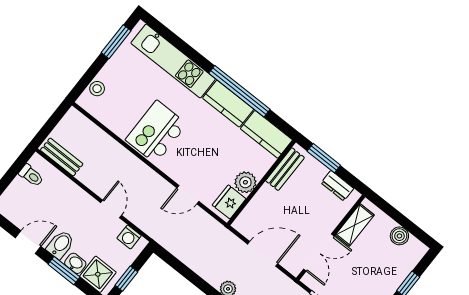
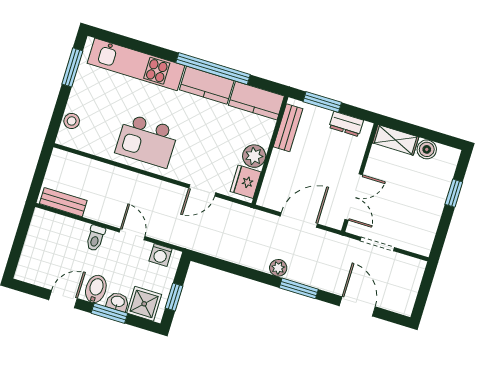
kitchen island: (156, 132) -> (147, 141), turned -90
toilet: (31, 175) -> (95, 238), moved, turned 90
shelving: (355, 225) -> (396, 140), moved, turned 90

